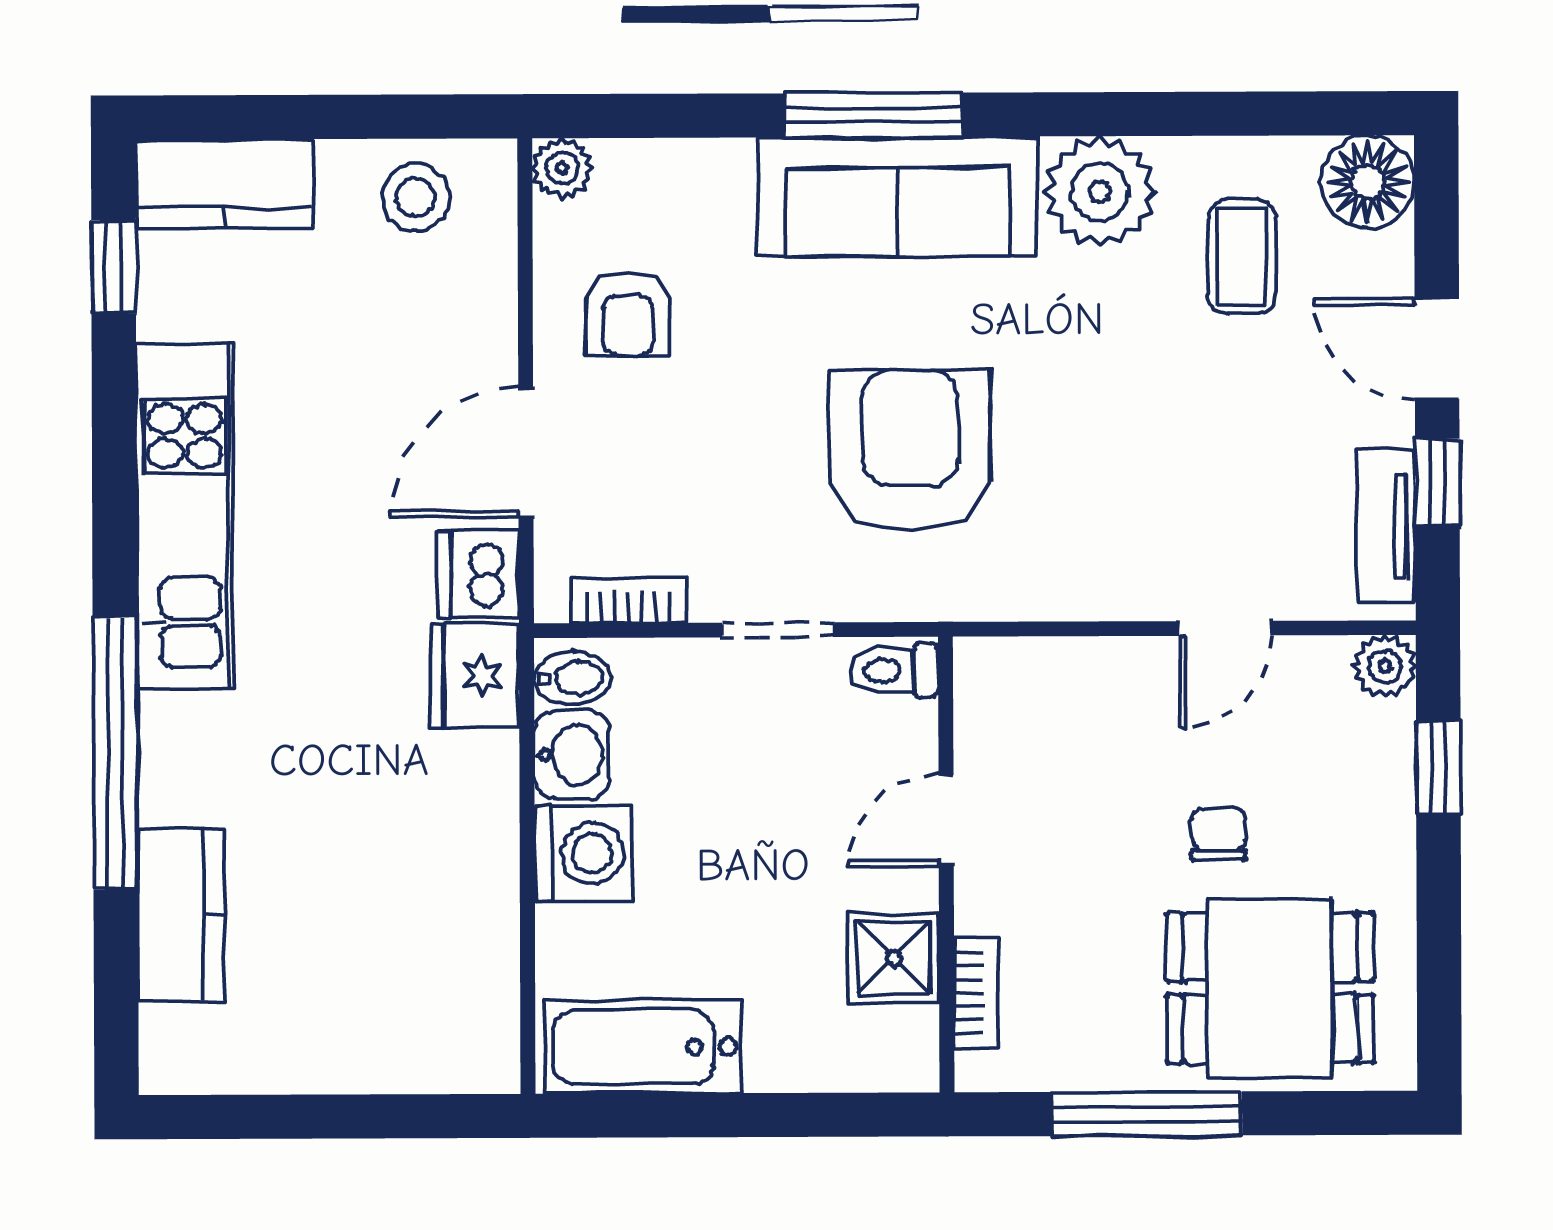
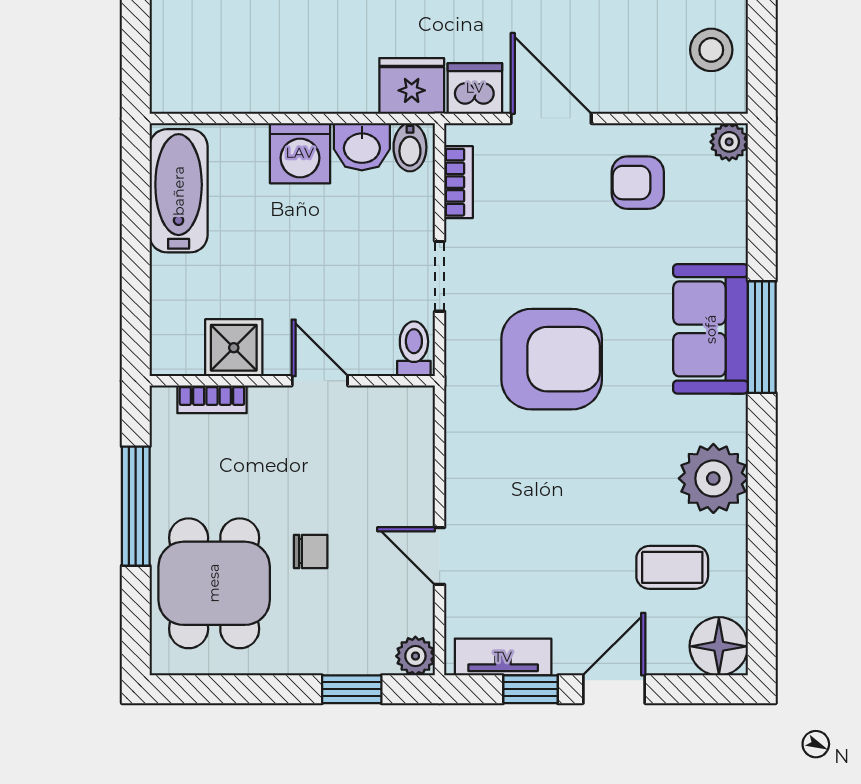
sofa: (898, 197) -> (711, 329), width x0.73

